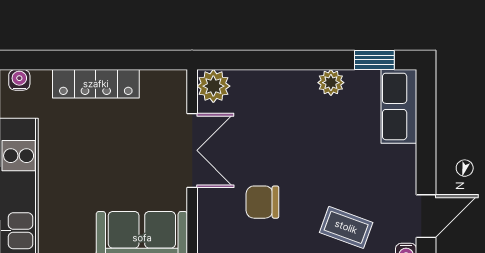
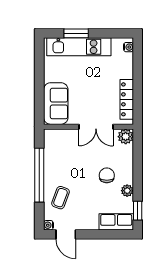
locker: (96, 84) -> (127, 99), moved
chair: (262, 202) -> (107, 175), moved

